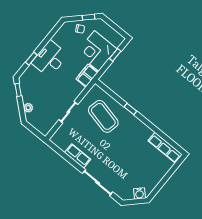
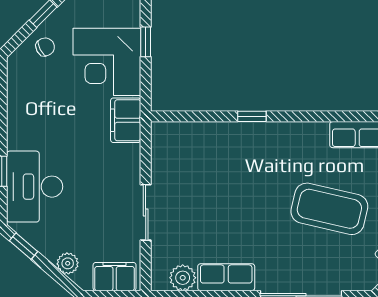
desk: (50, 59) -> (35, 187), moved
coffee table: (103, 116) -> (329, 209), moved
filing cabinet: (40, 125) -> (115, 277), added
plant: (63, 144) -> (183, 278), added

